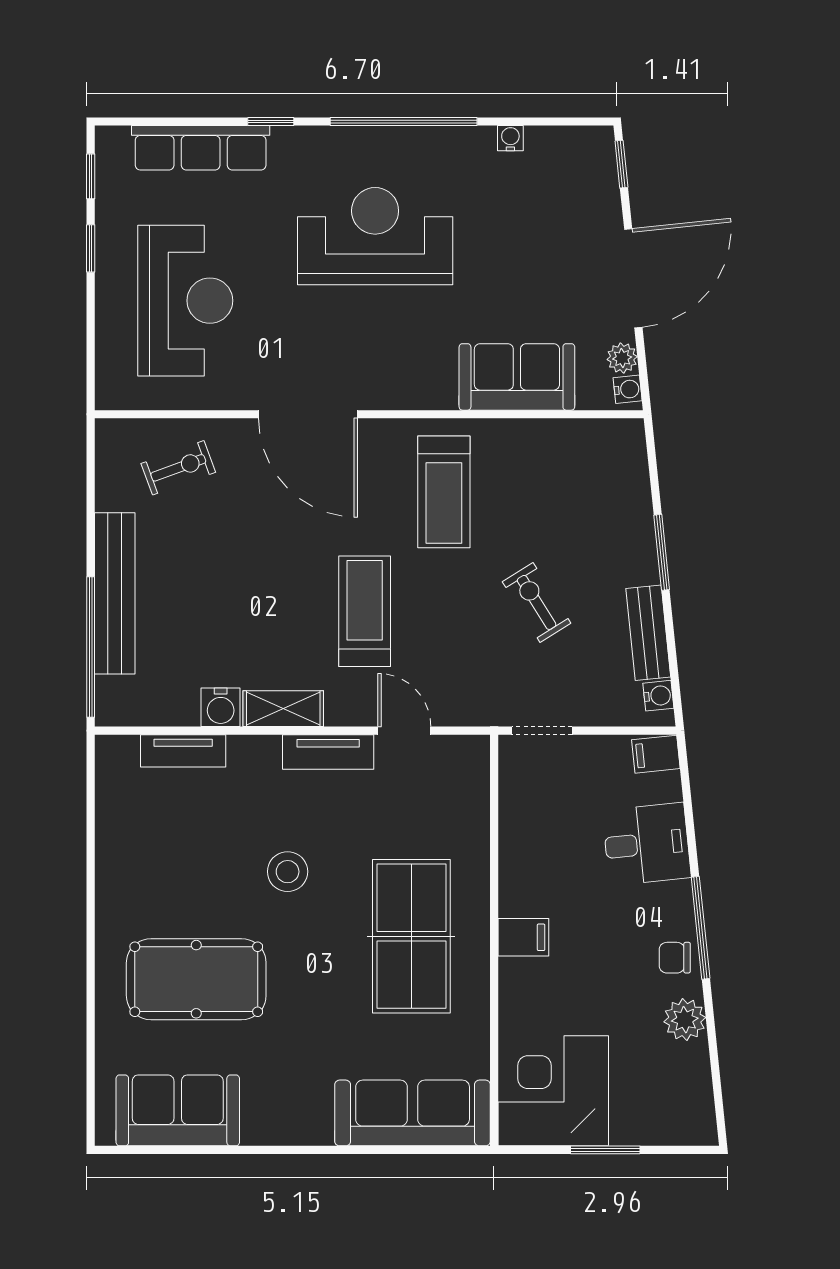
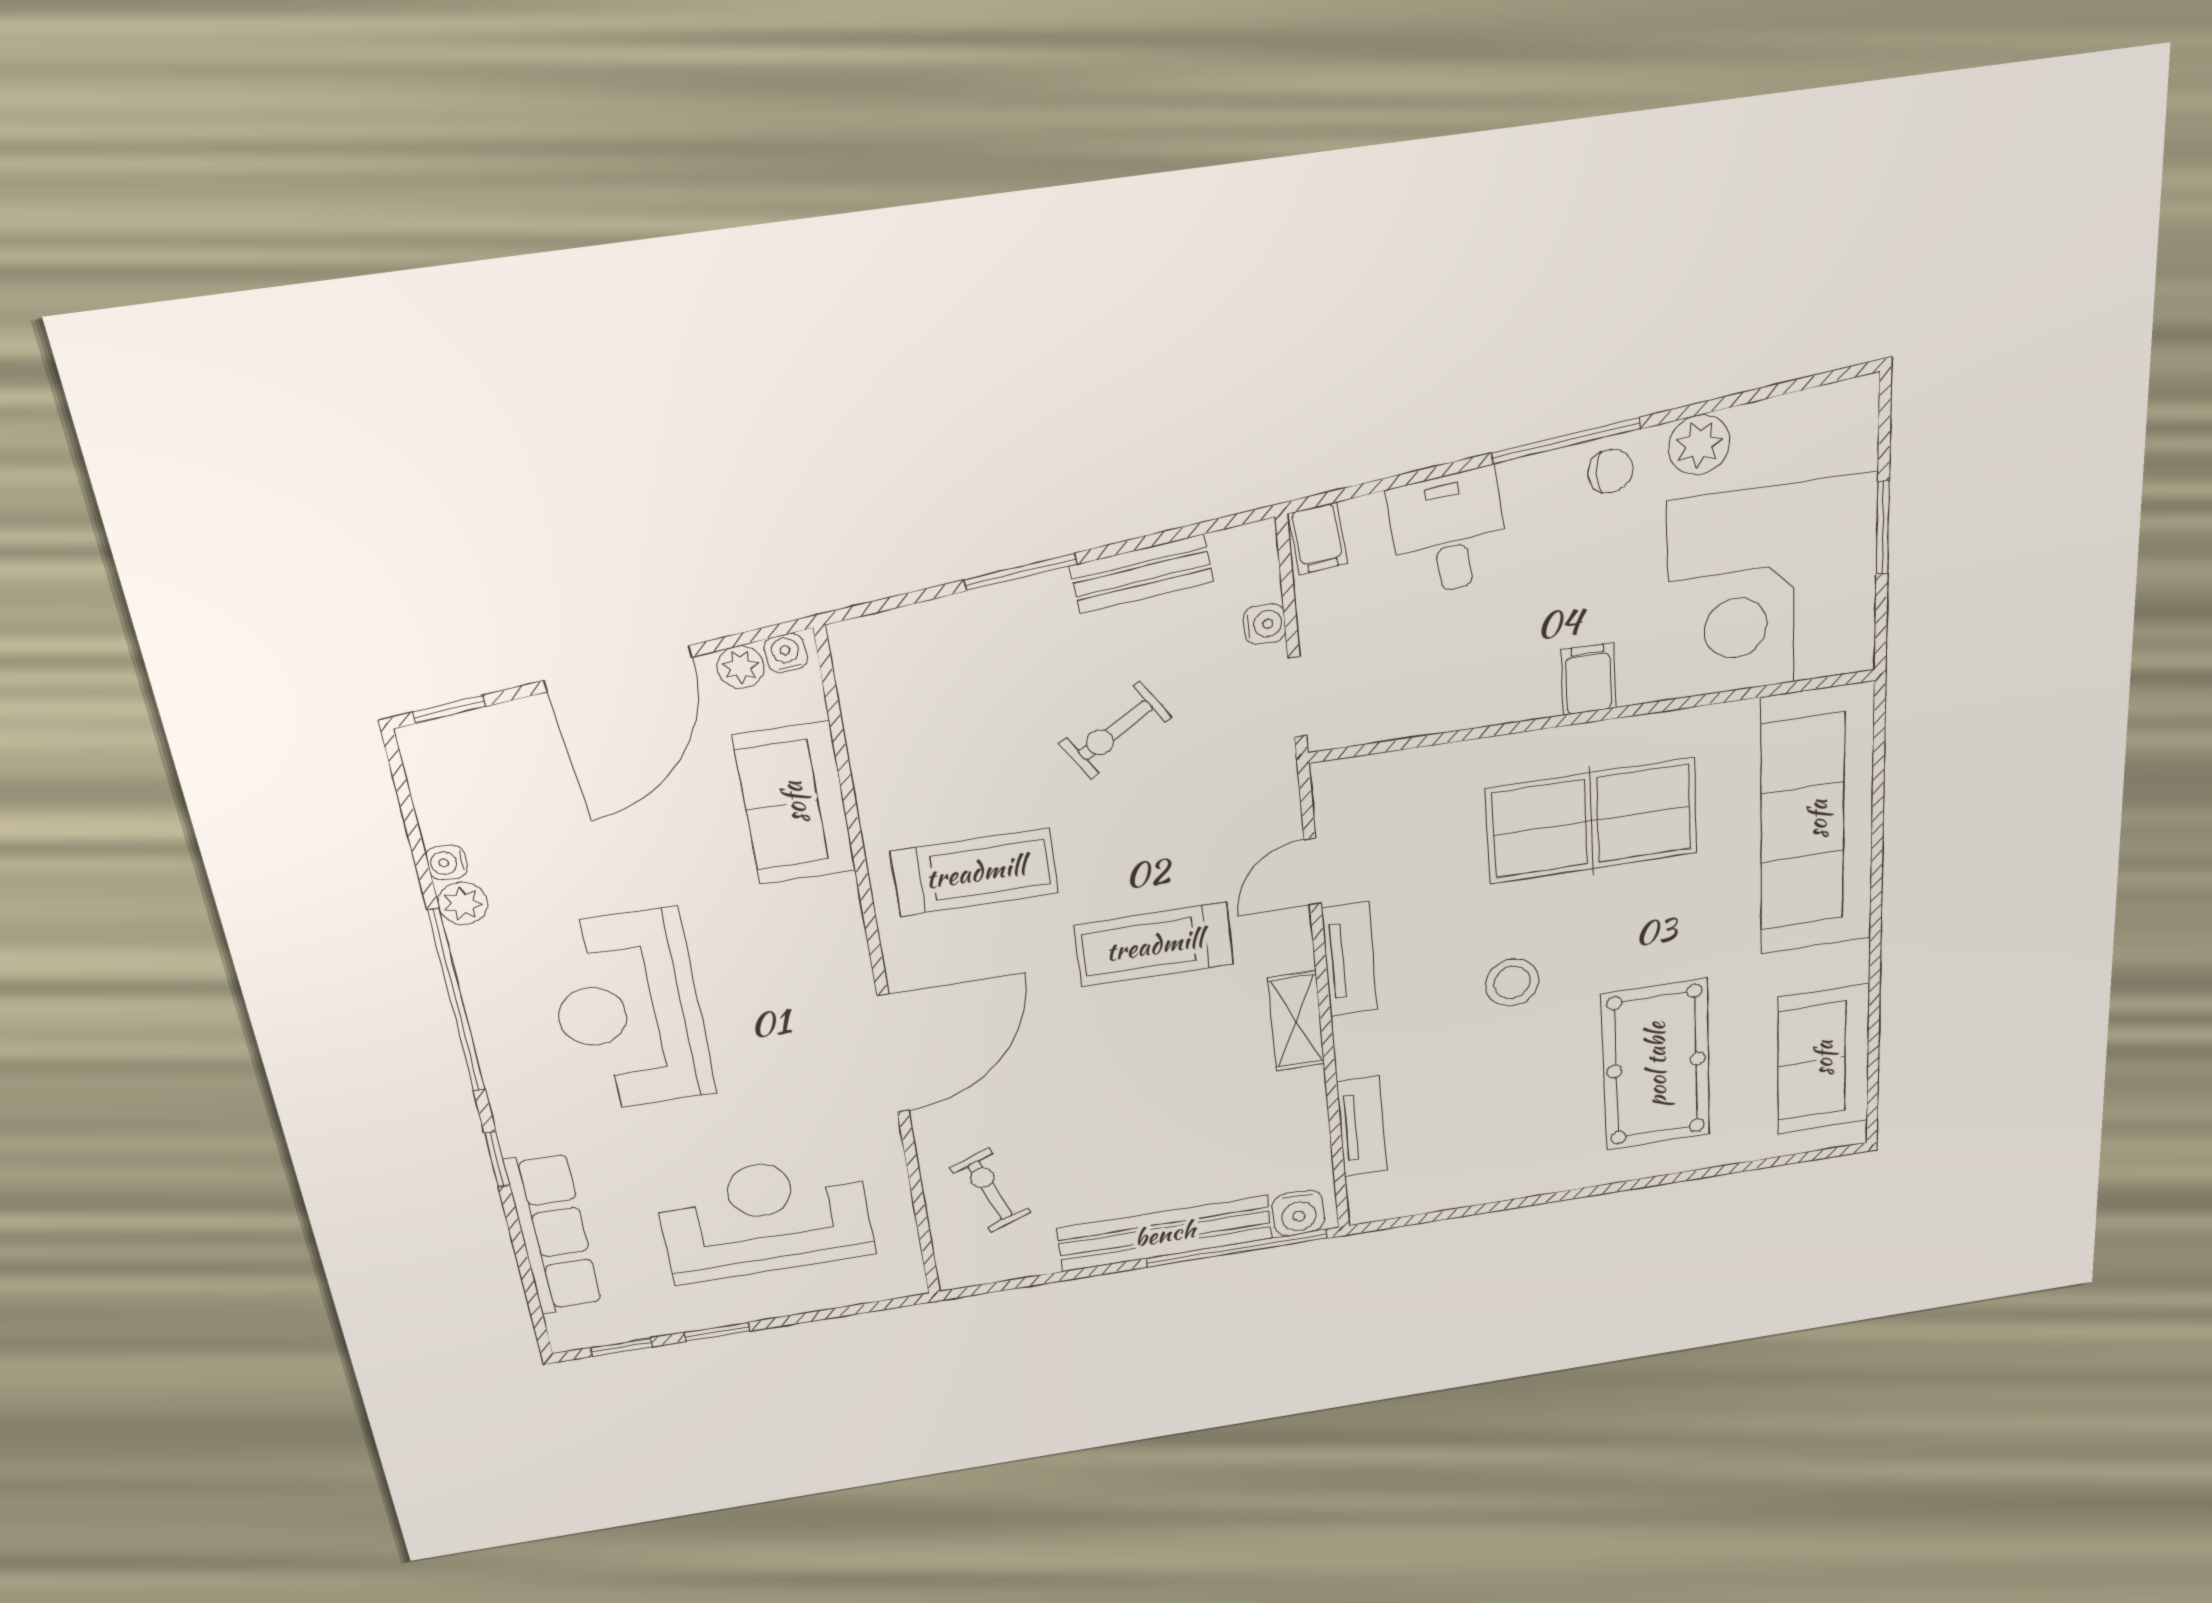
plant: (478, 142) -> (463, 903), added
door: (633, 278) -> (618, 669), swing flipped
water cooler: (658, 696) -> (1264, 624), moved, turned 96
water cooler: (221, 707) -> (1299, 1213), moved, turned 90
chair: (675, 958) -> (1611, 471), turned -90
corner desk: (553, 1091) -> (1773, 587), width x1.36, depth x1.36
sofa: (413, 1113) -> (1817, 820), width x1.36, depth x1.27

